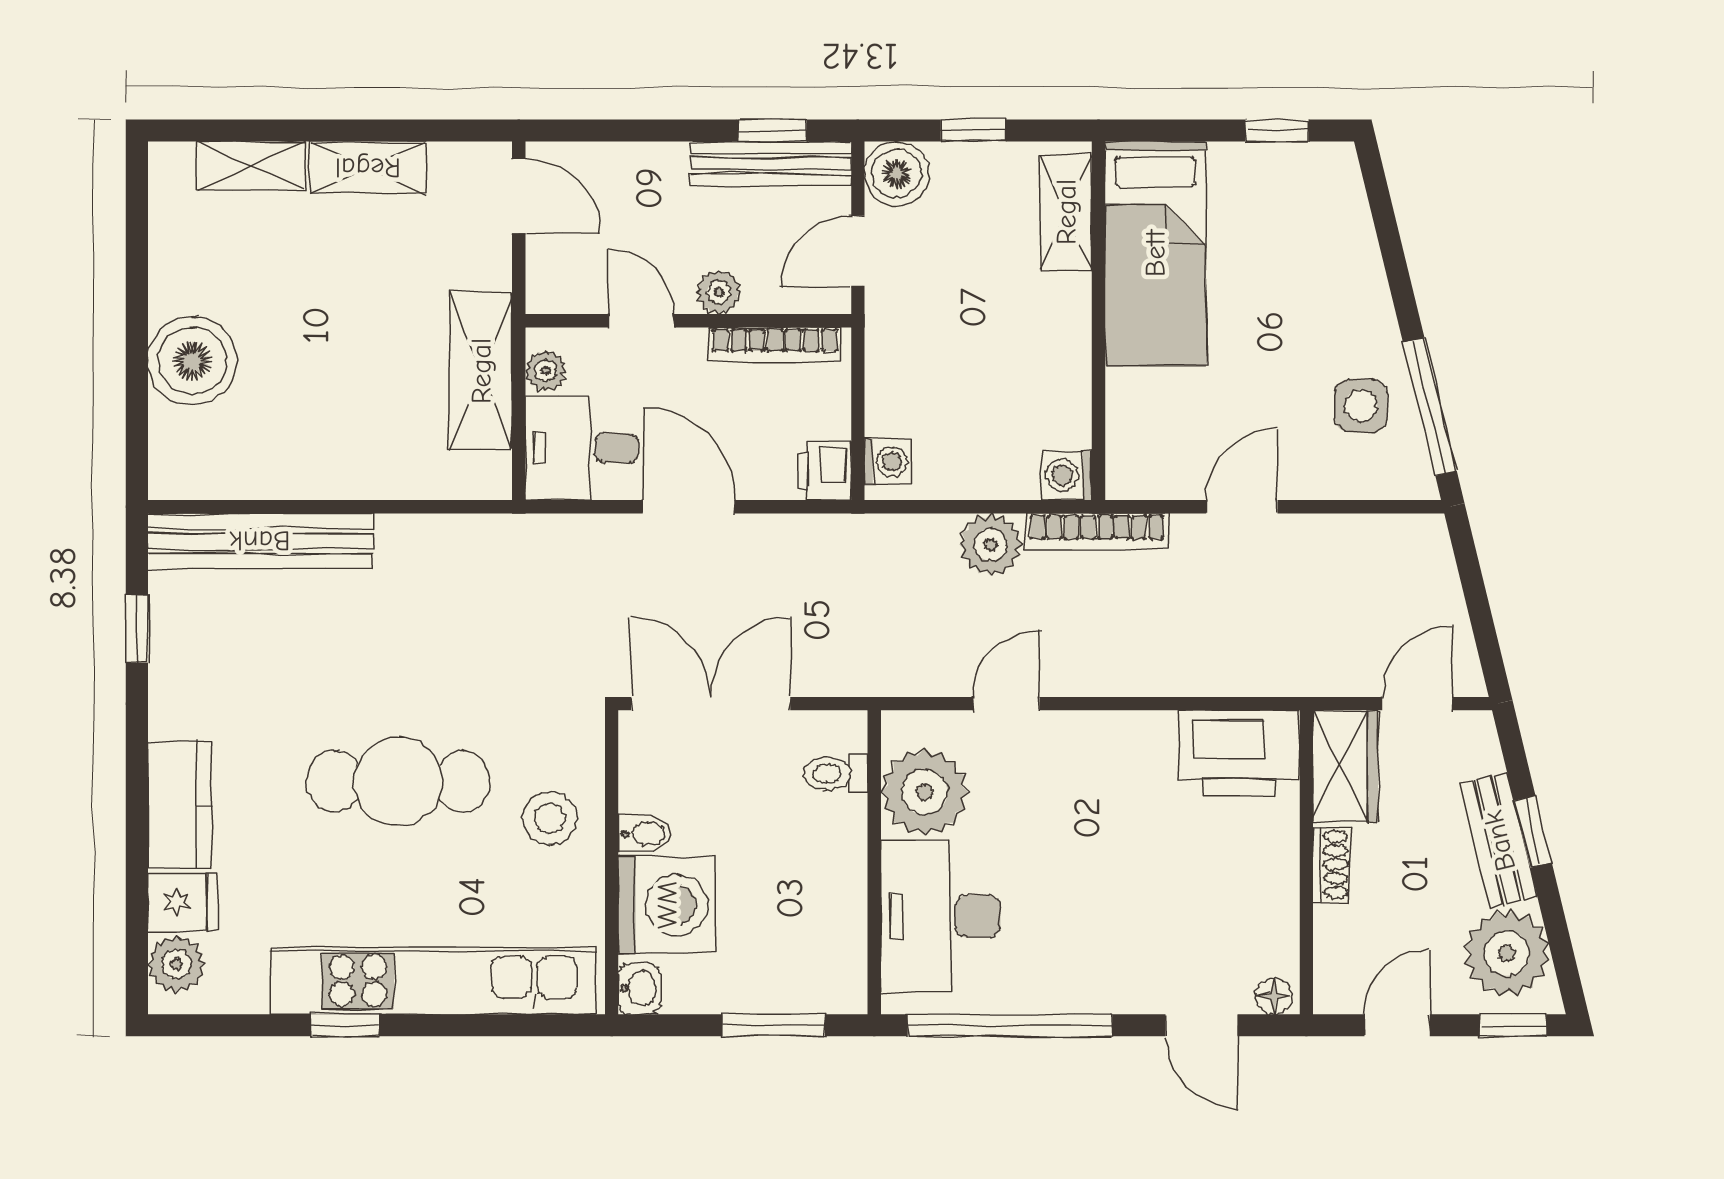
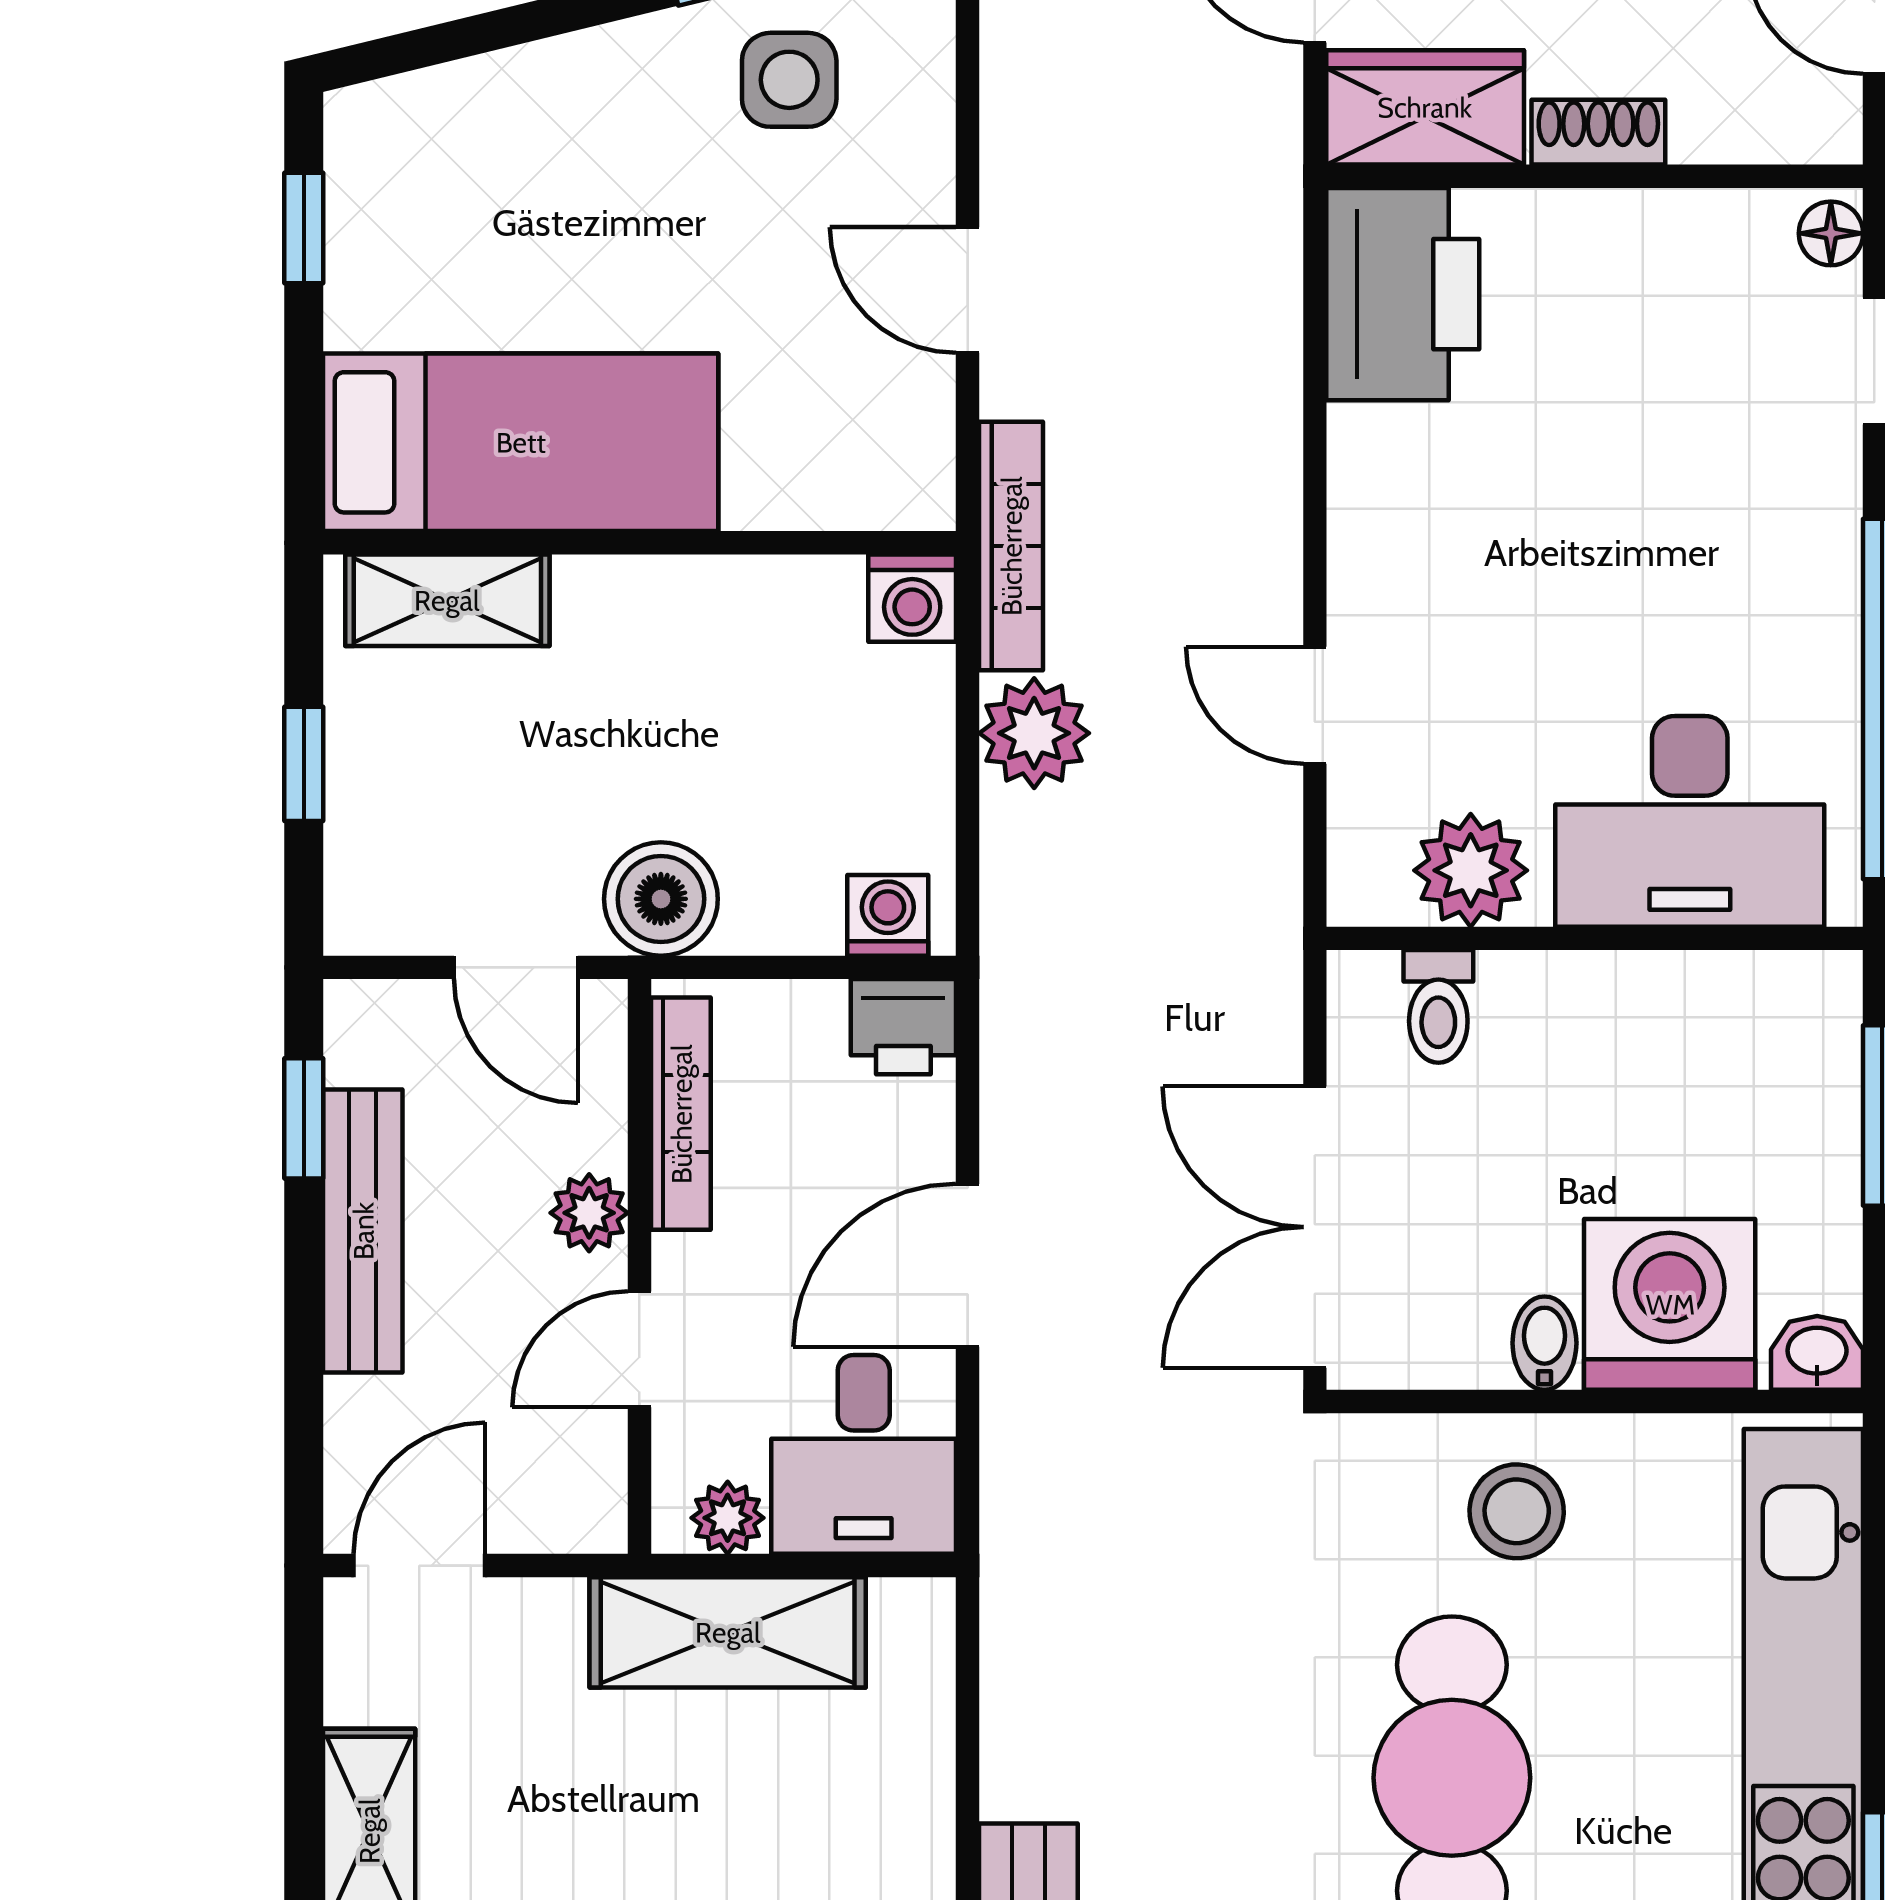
bench: (771, 164) -> (363, 1231), moved
boiler: (897, 174) -> (661, 899), moved
plant: (925, 792) -> (1471, 870), width x0.73, depth x0.73

